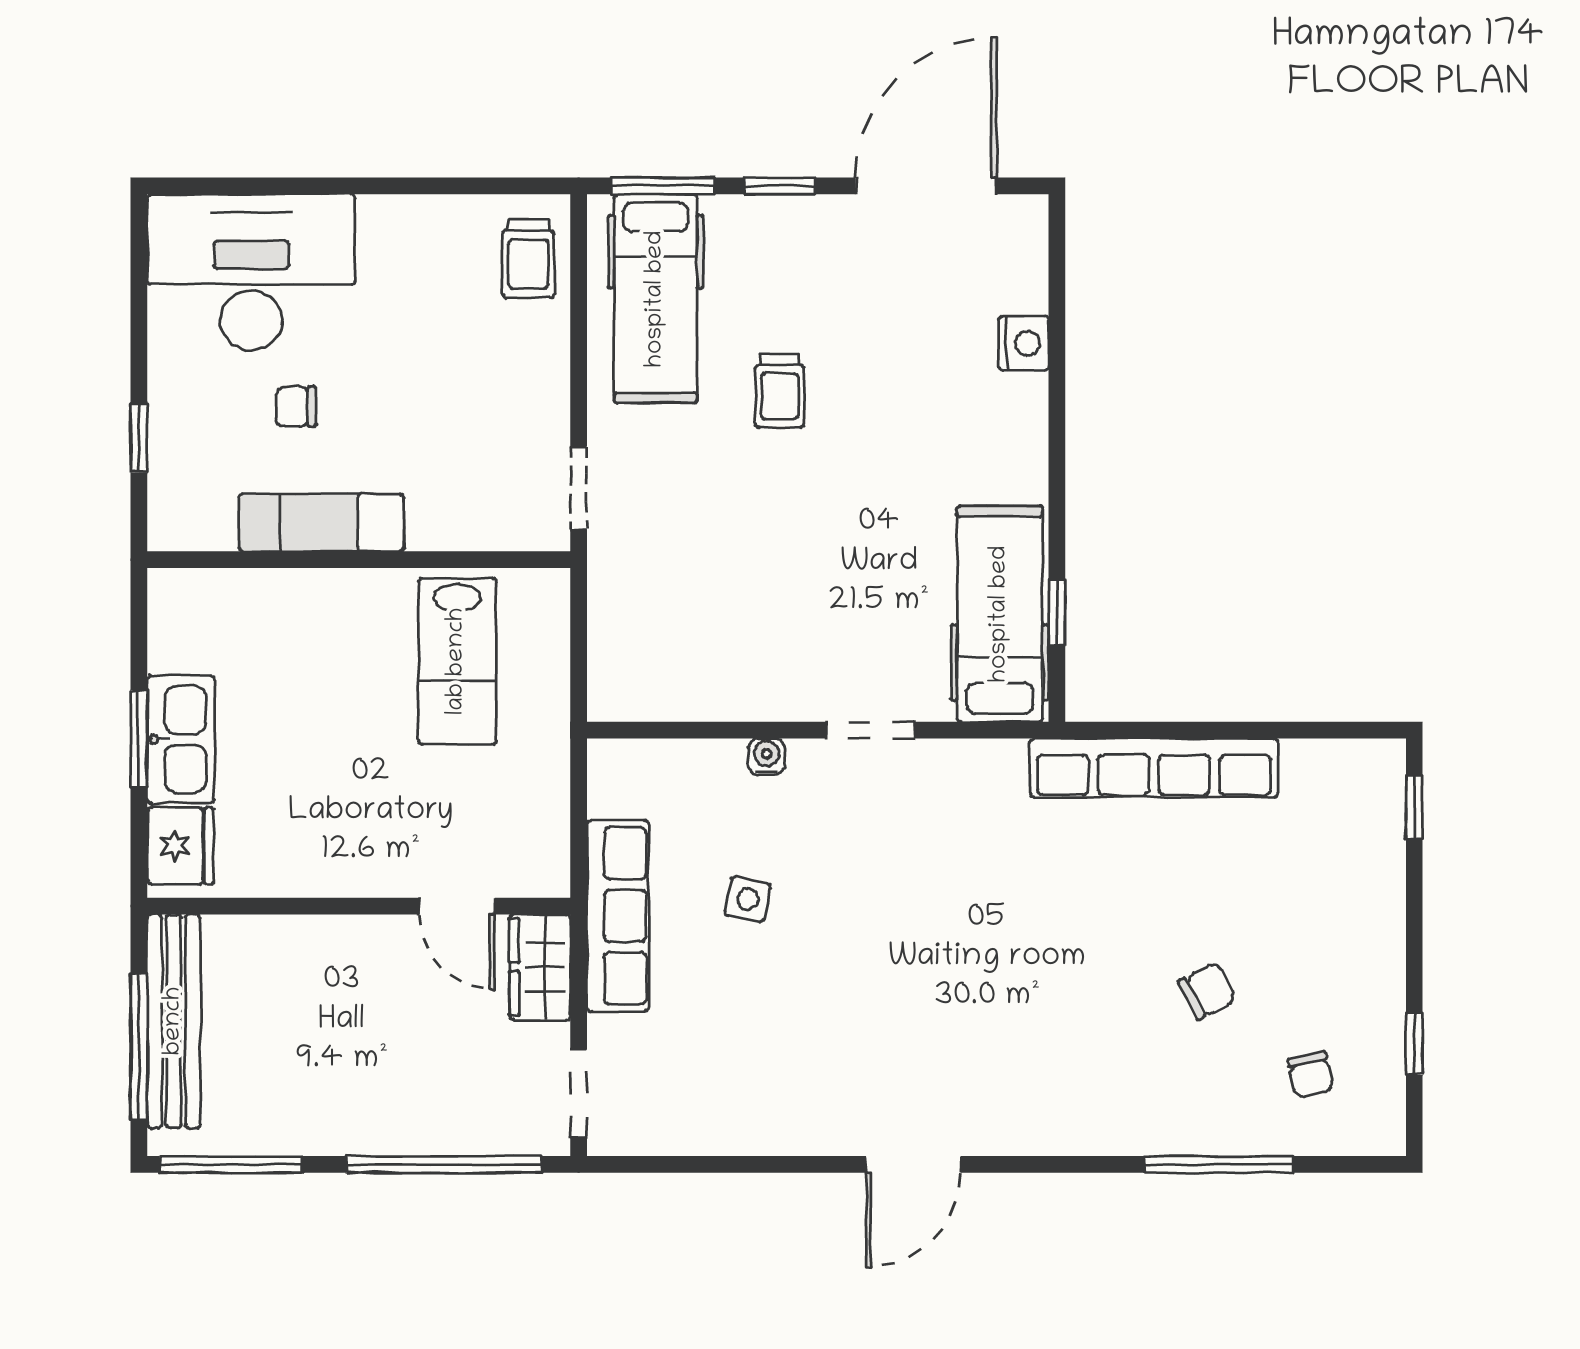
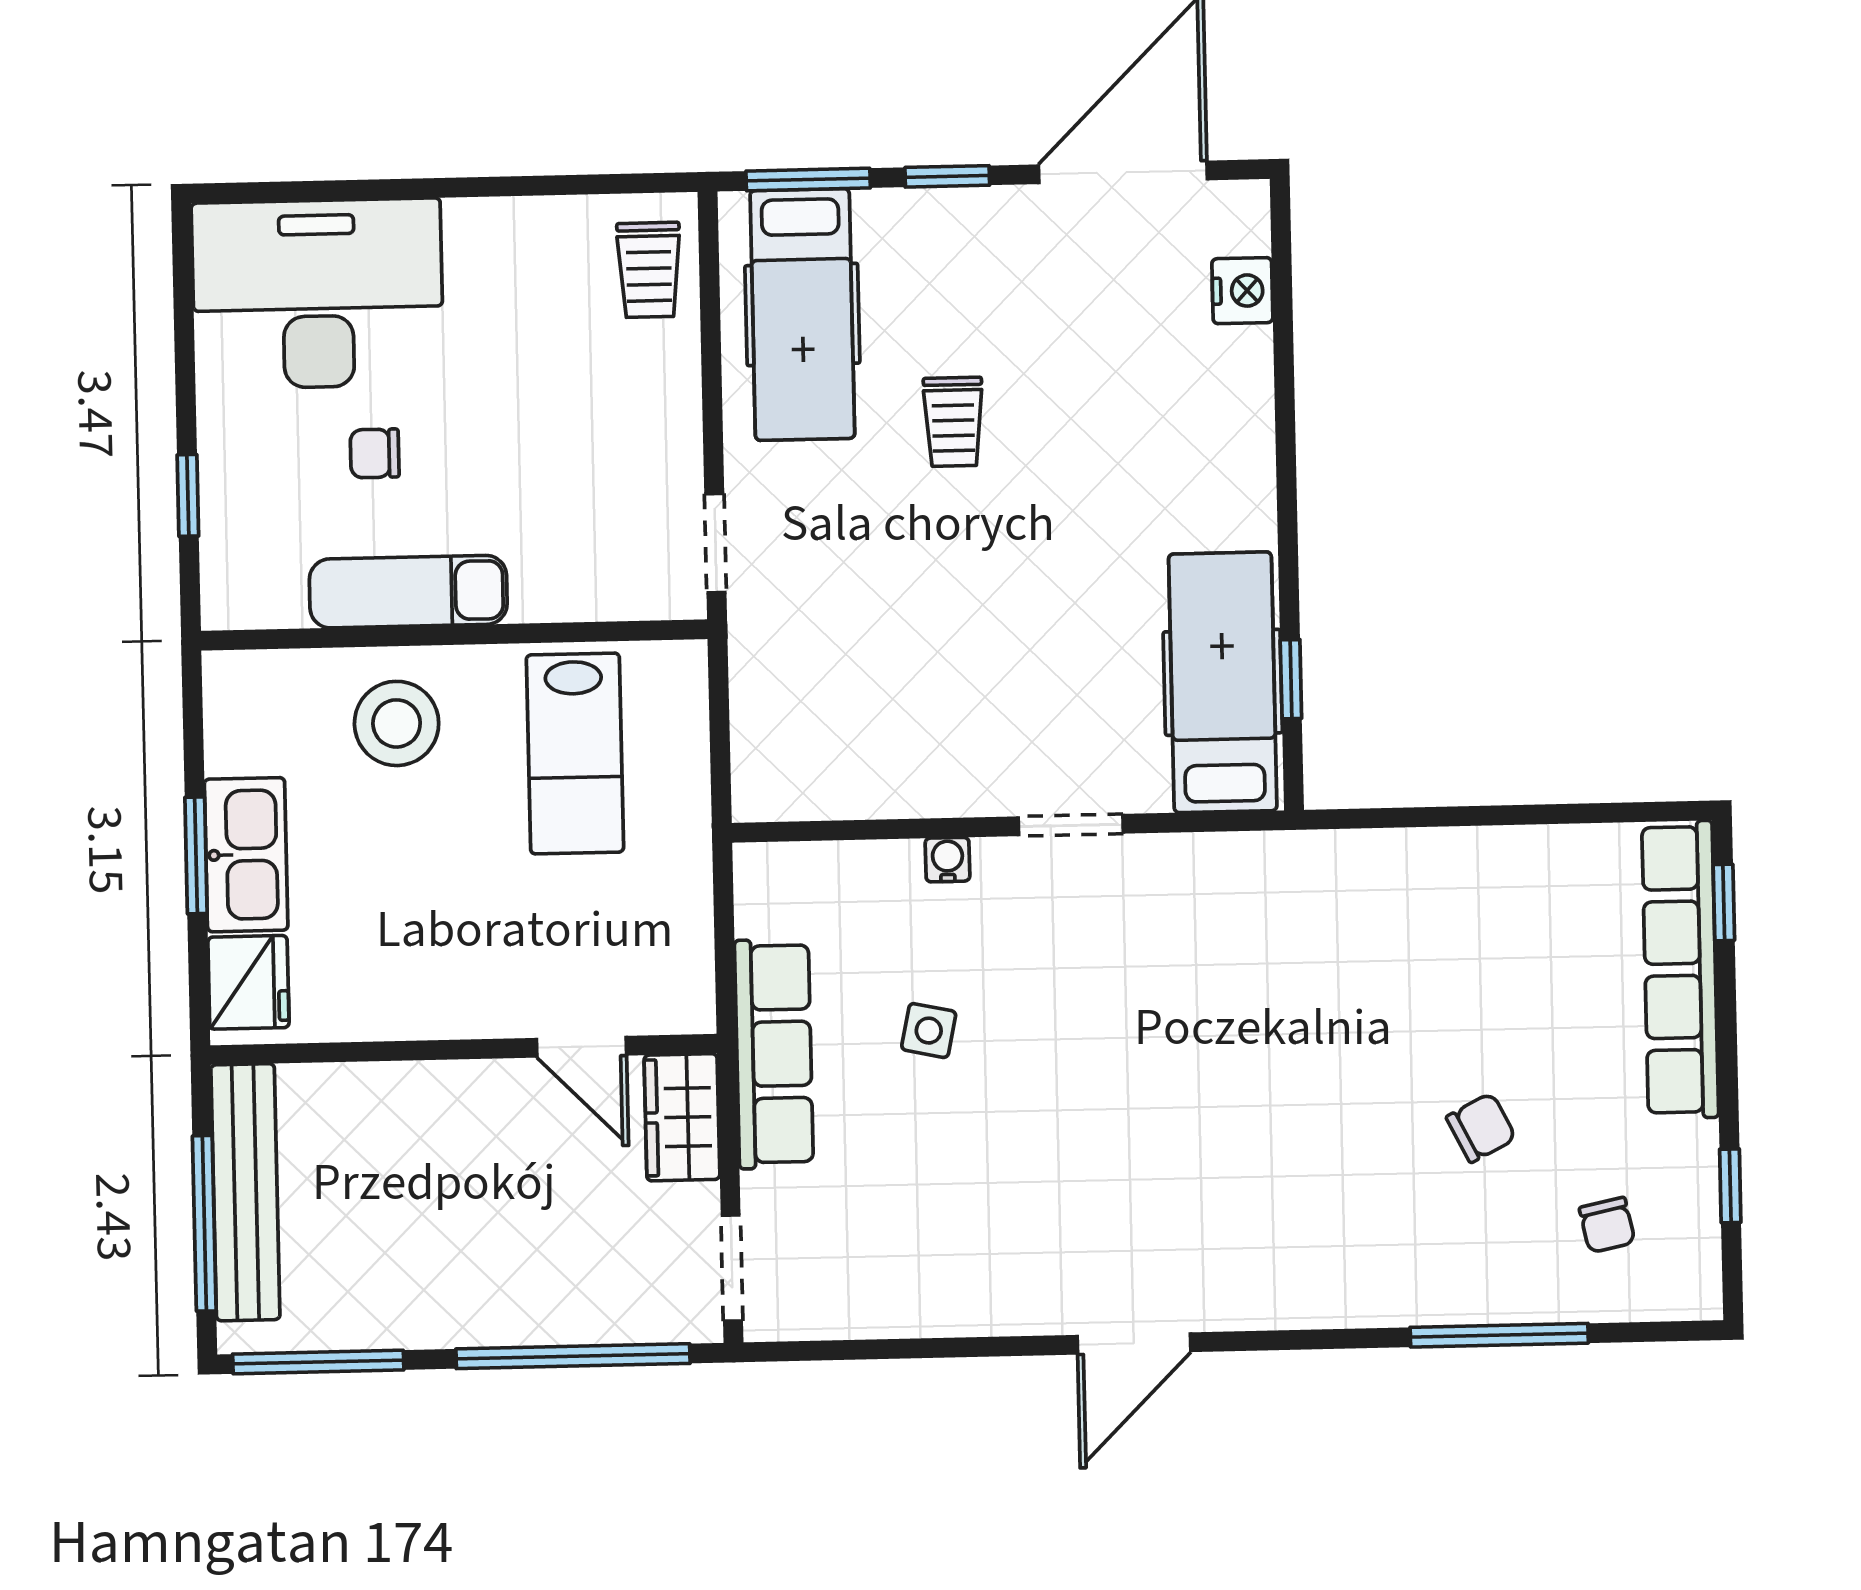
nightstand: (1024, 343) -> (1242, 291), moved
stool: (309, 633) -> (397, 723), added
row of seats: (1154, 768) -> (1680, 970), moved, turned 90

